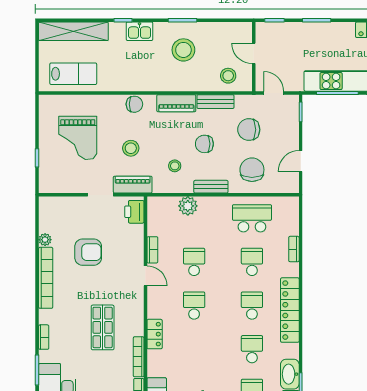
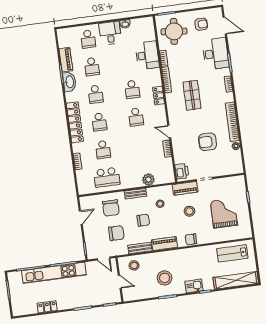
school desk: (194, 262) -> (132, 89), moved

